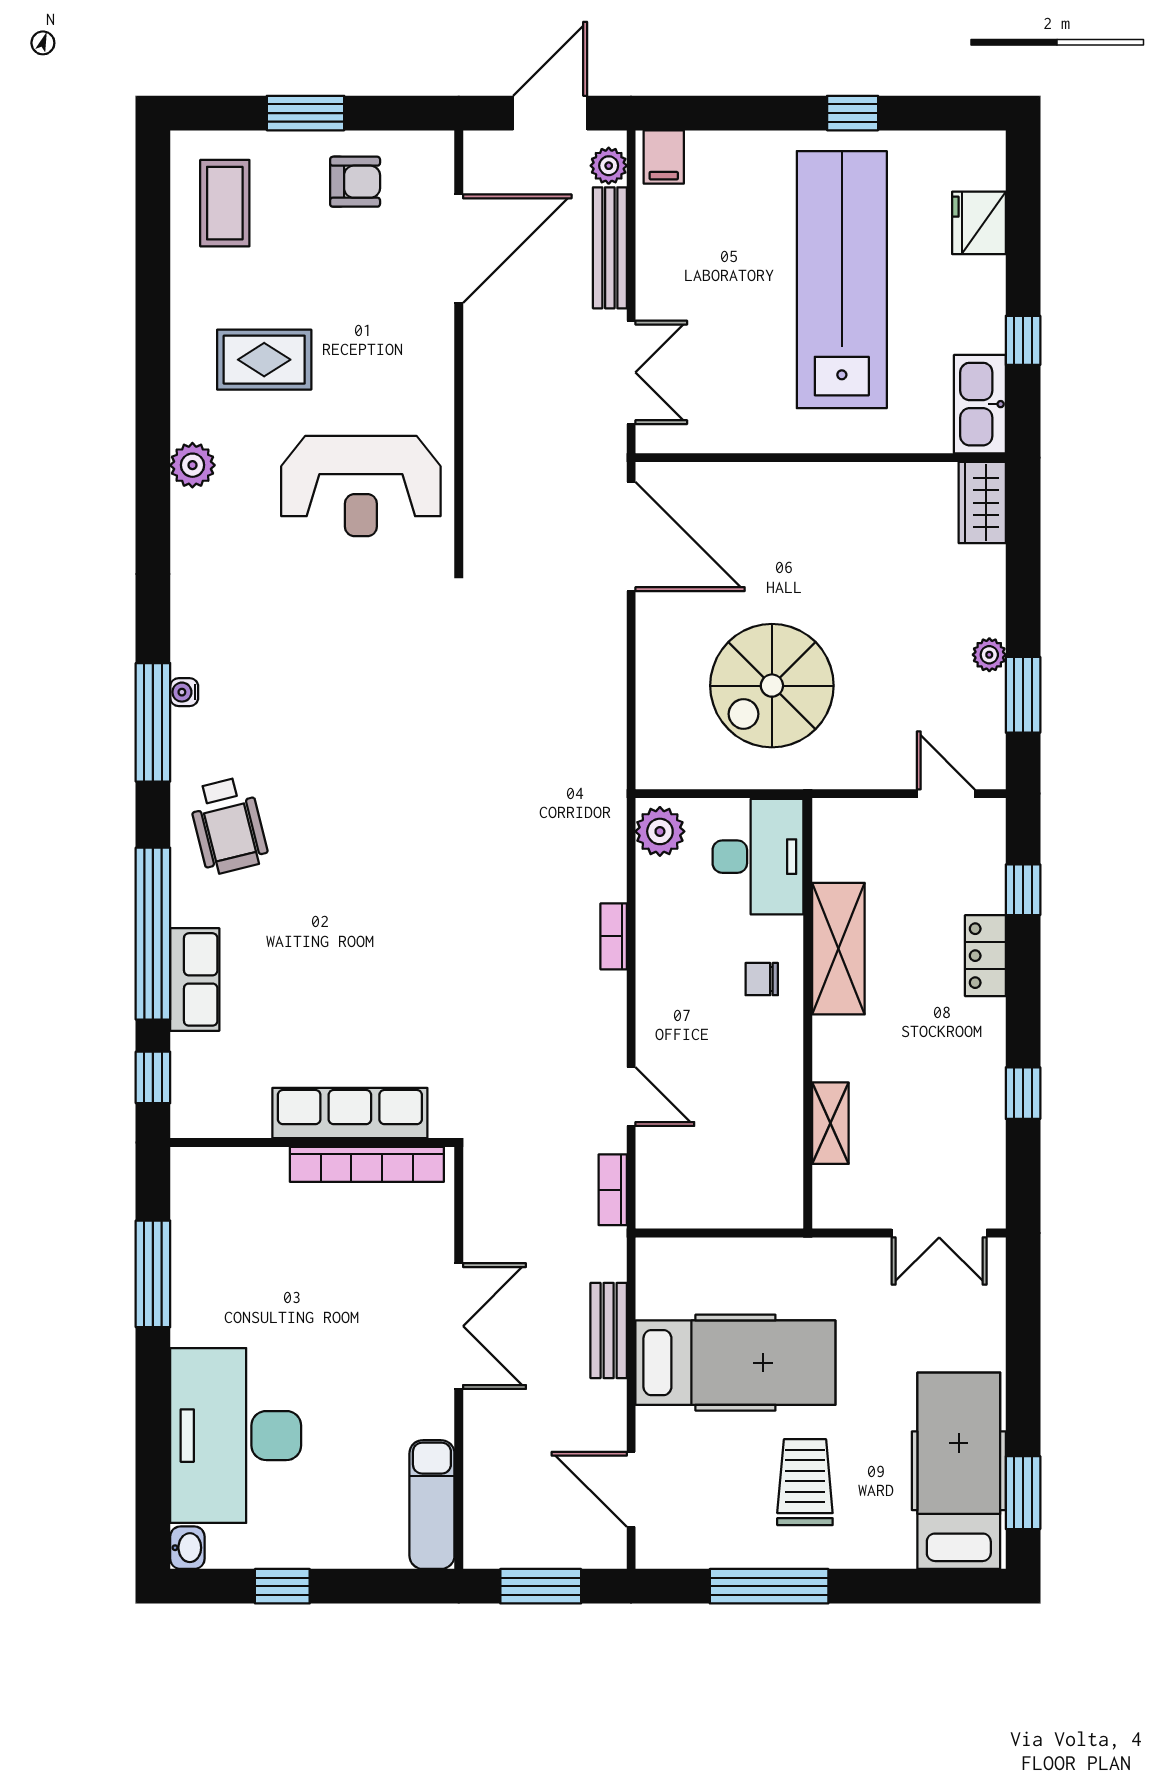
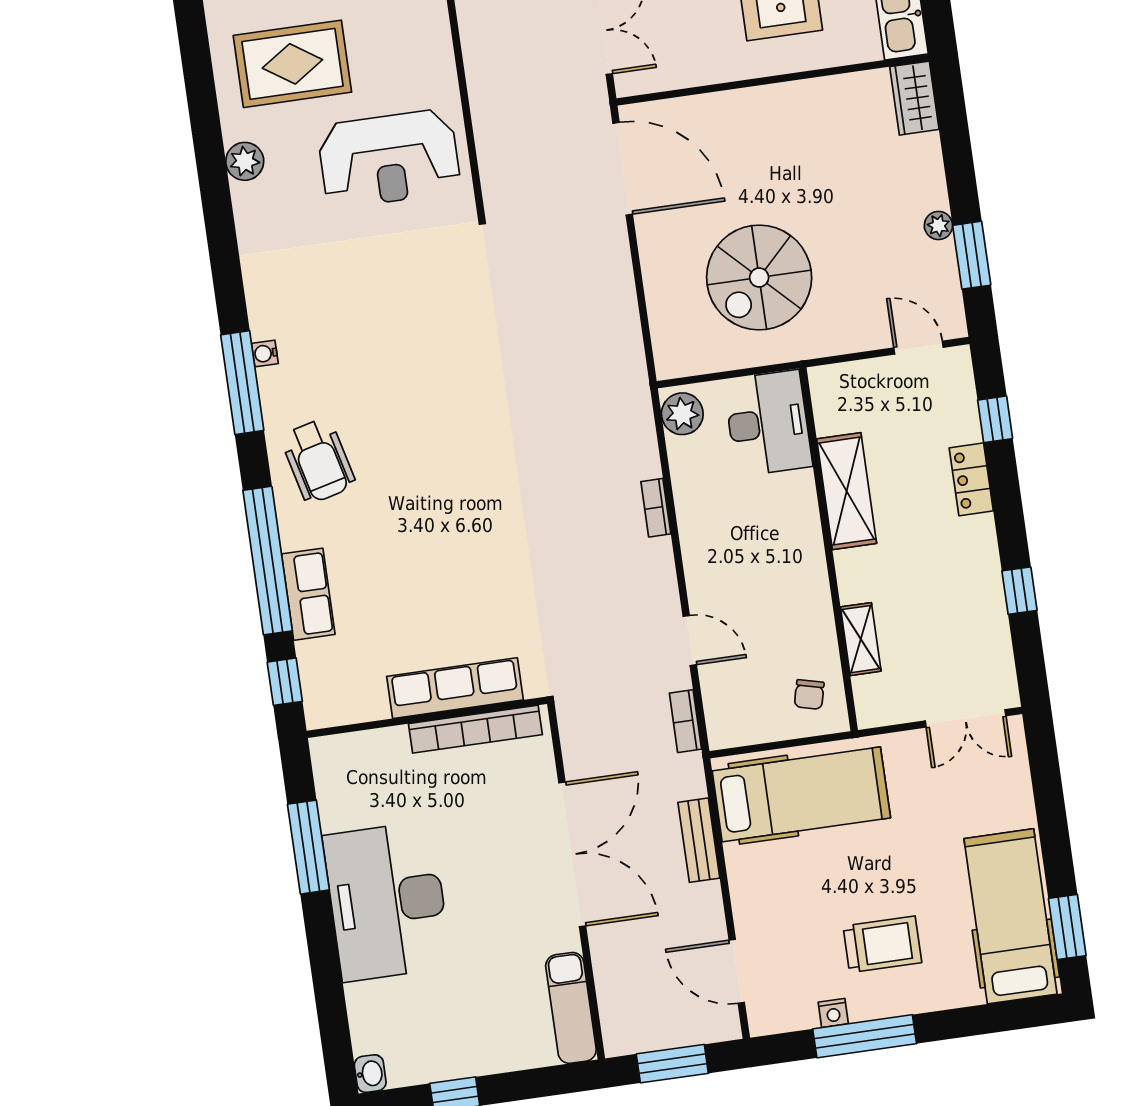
rug: (264, 360) -> (292, 64), width x1.36, depth x1.43
chair: (762, 979) -> (809, 694), moved, turned -76
double door: (459, 1326) -> (572, 854), width x1.36
hospital bed: (735, 1363) -> (801, 794), moved
desk: (236, 1436) -> (387, 901), moved
trolley: (805, 1482) -> (882, 944), turned 90
nightstand: (736, 1554) -> (833, 1013), added

